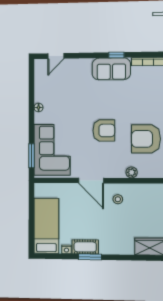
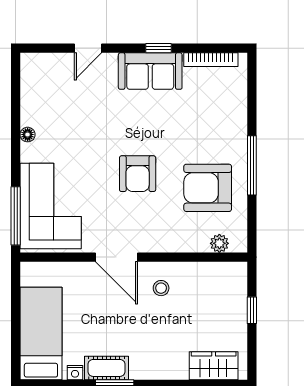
door: (56, 56) -> (88, 48), moved
armchair: (104, 130) -> (138, 174), turned 90
window: (31, 156) -> (16, 216), width x1.44
plant: (132, 172) -> (219, 243), moved

